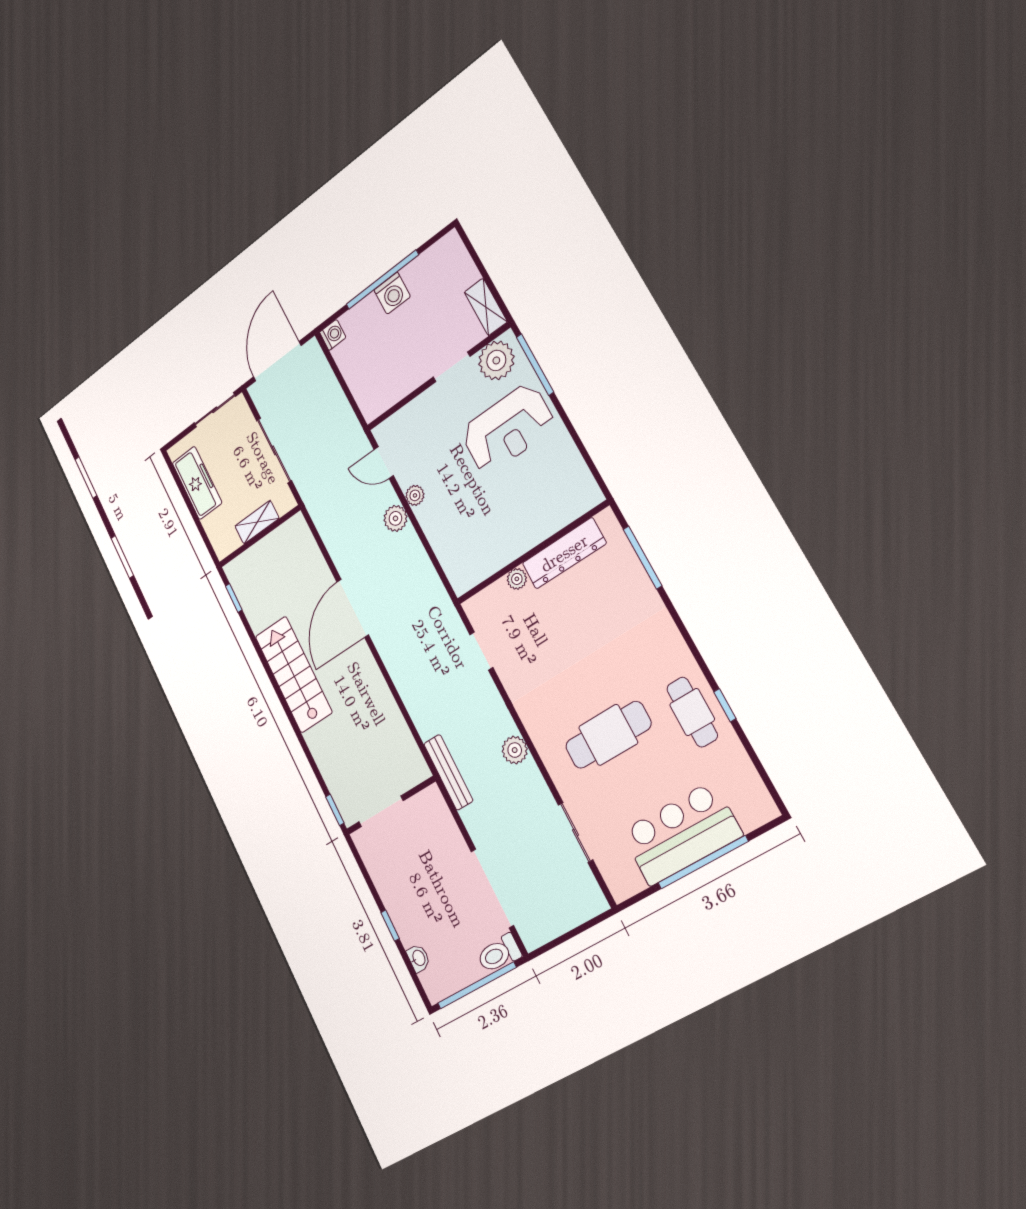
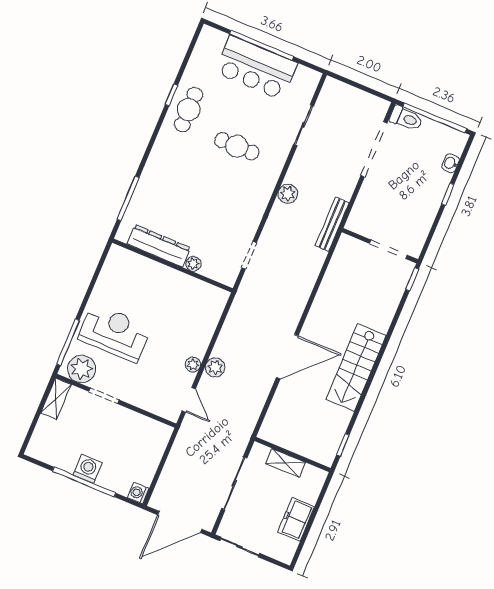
freezer: (197, 483) -> (296, 519), width x0.71
cafe table: (608, 735) -> (237, 146), width x0.73, depth x0.74

